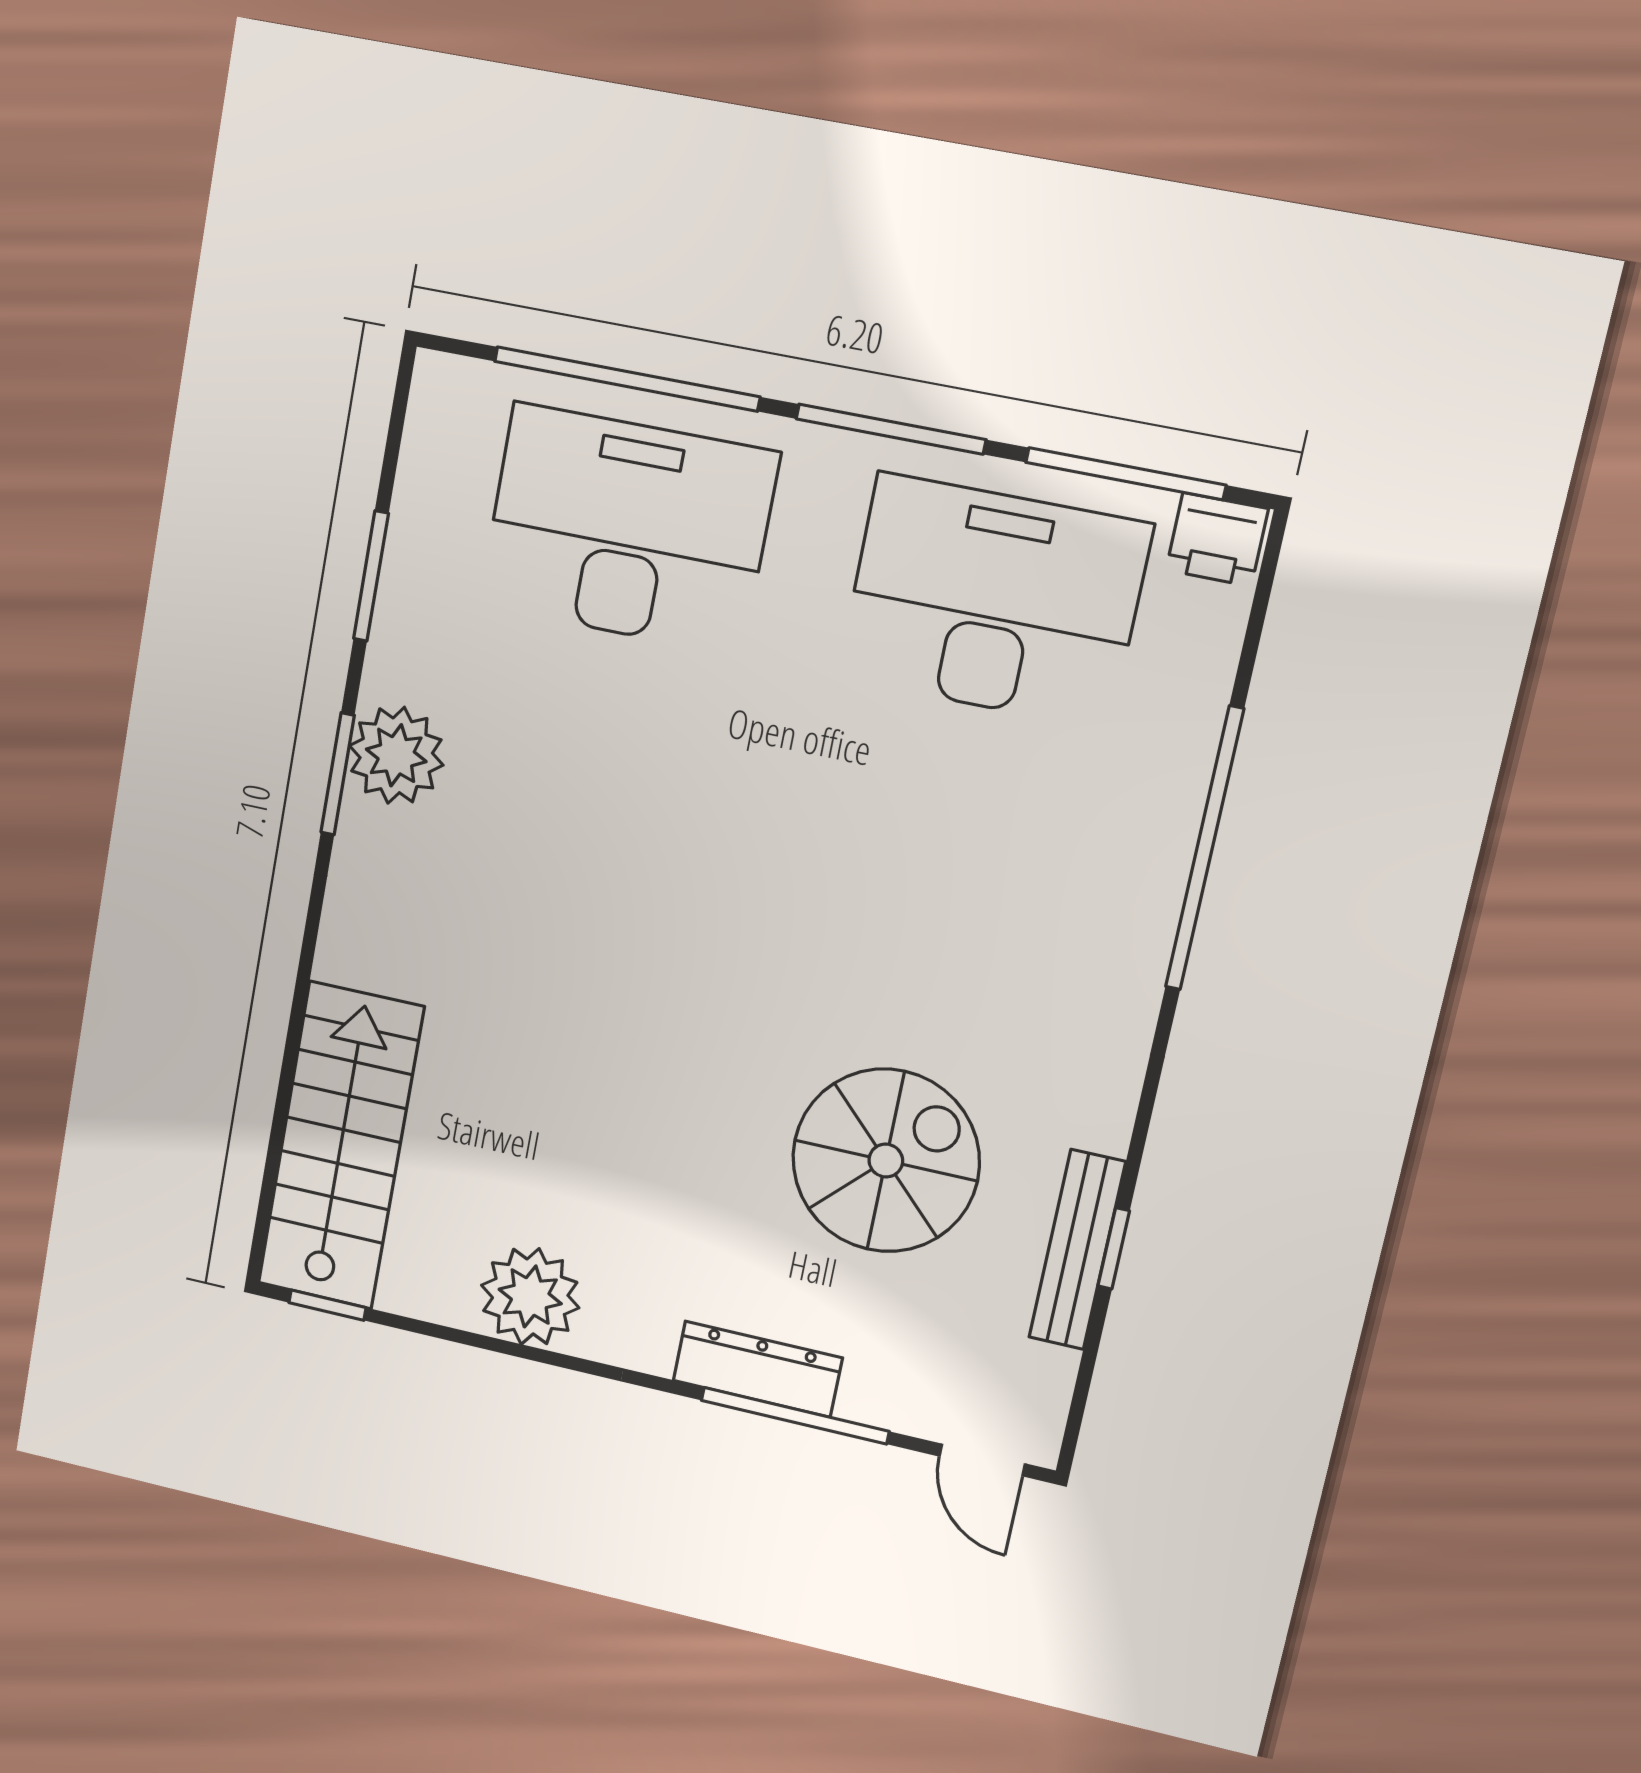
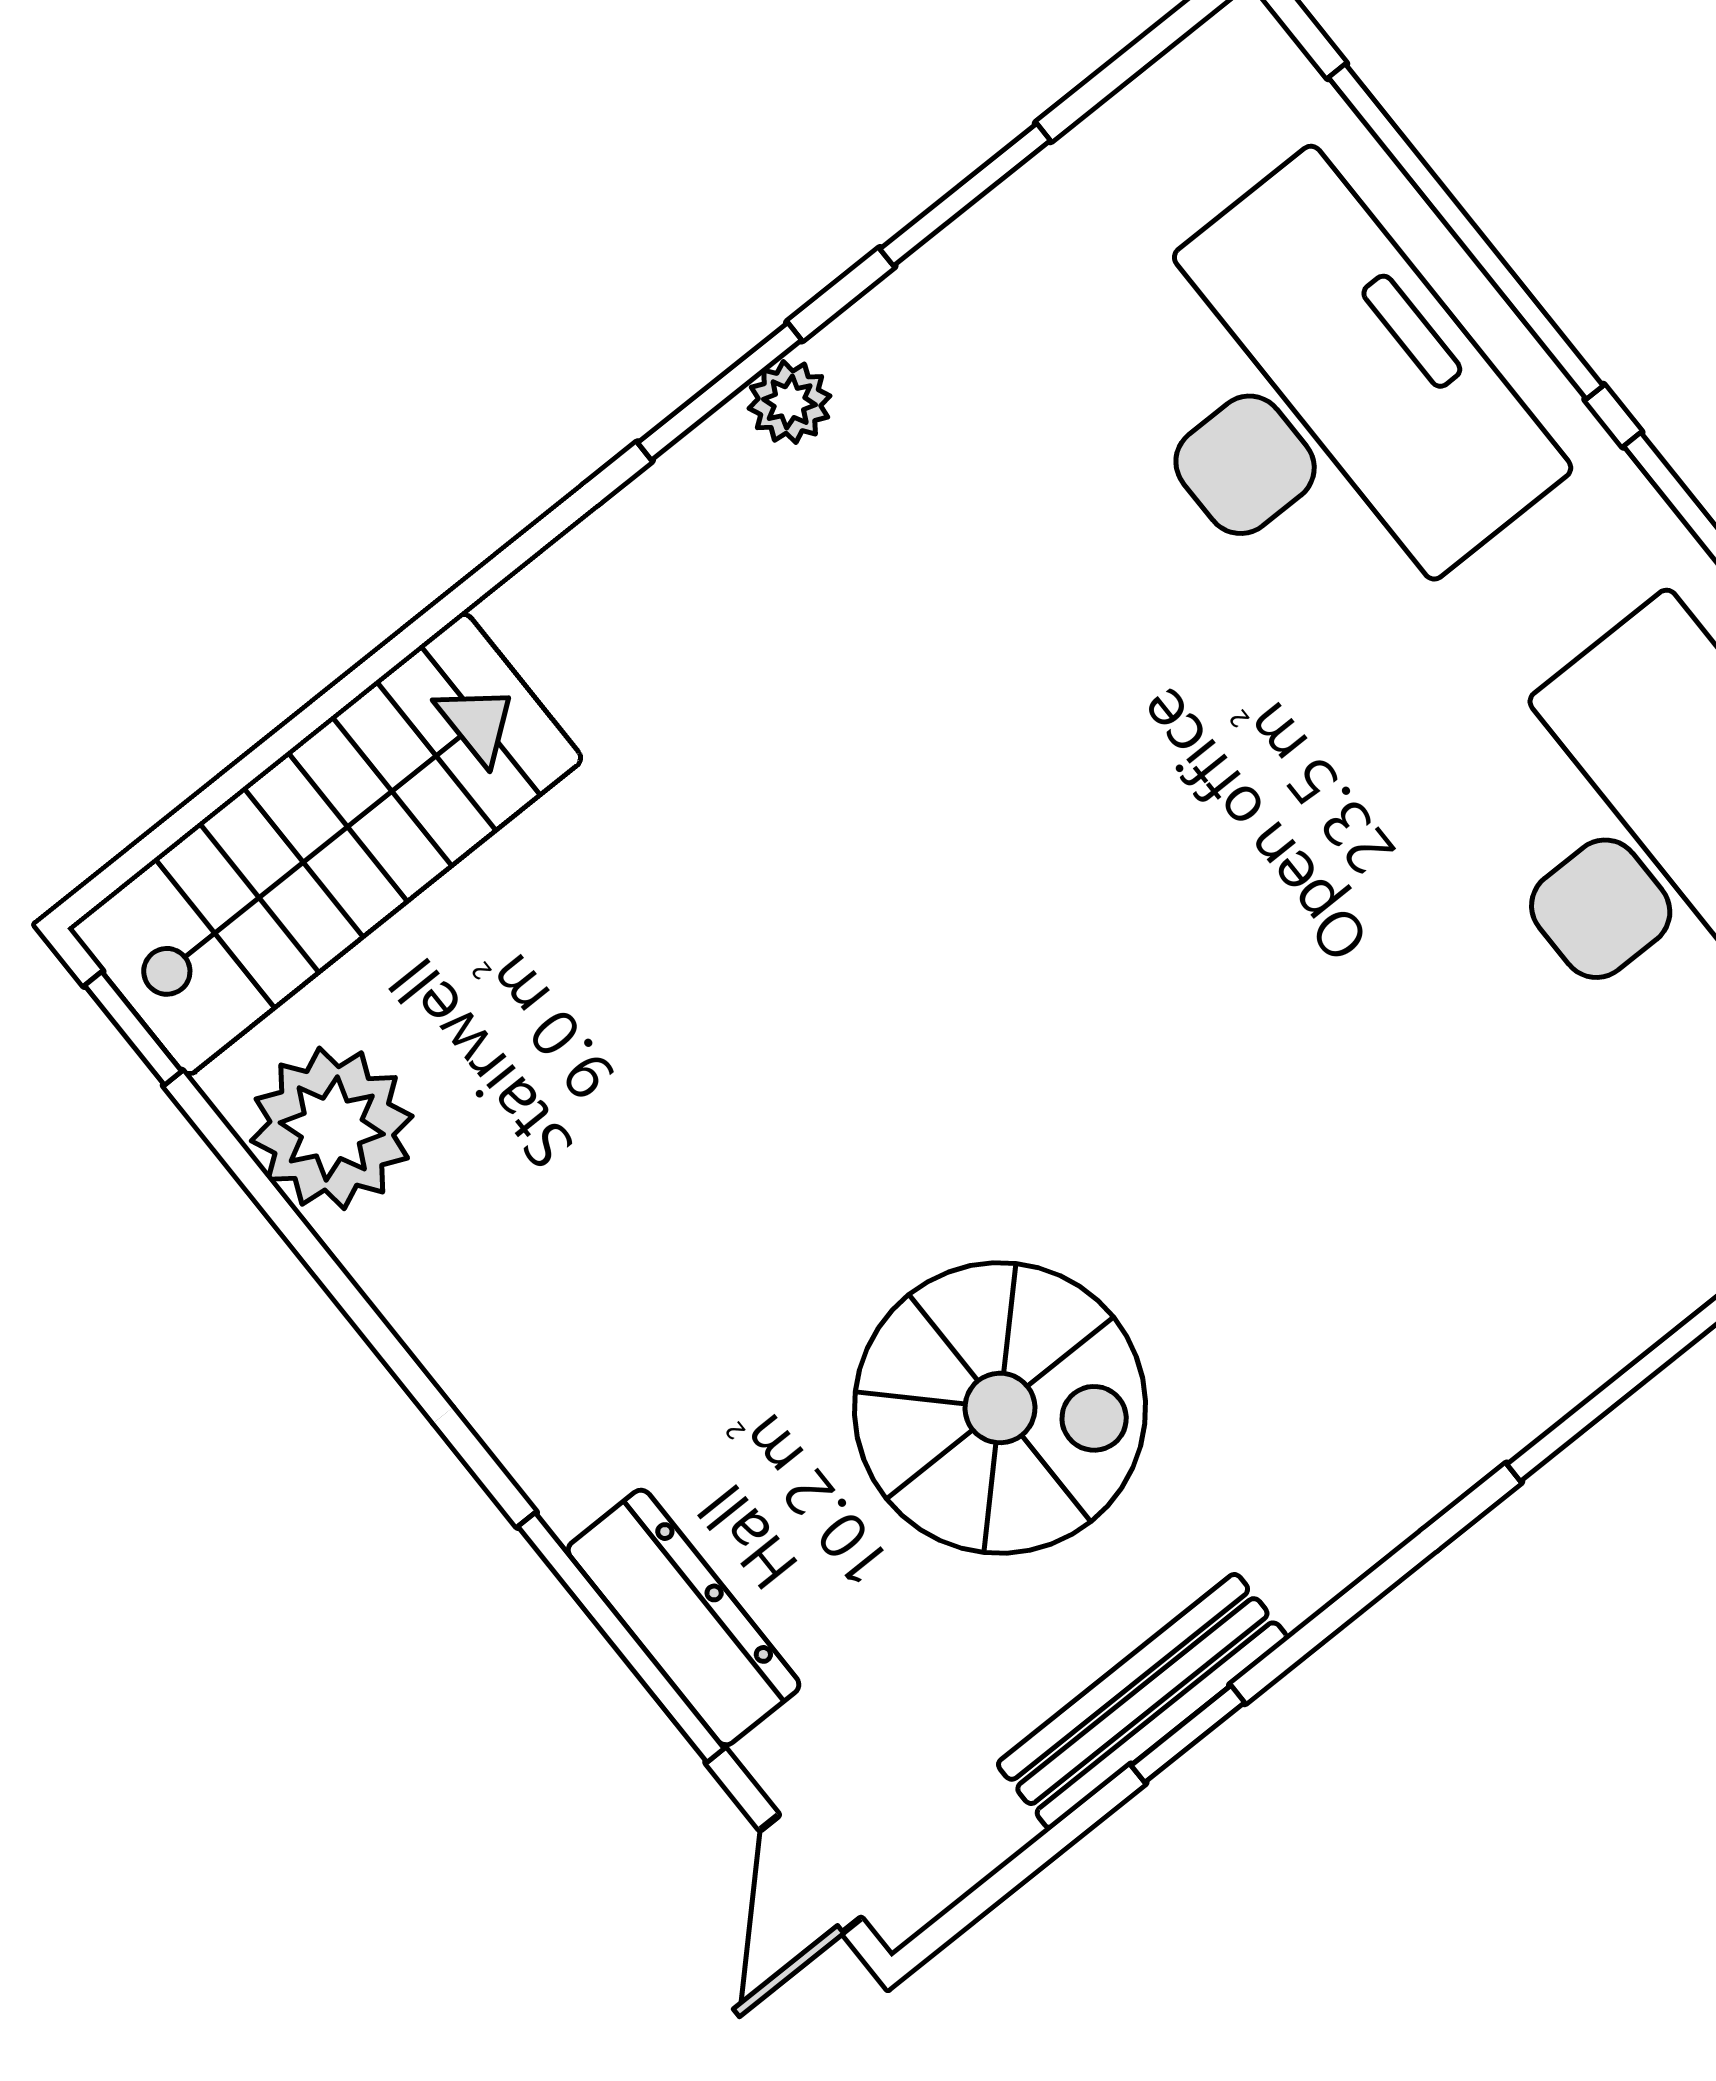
plant: (396, 755) -> (790, 402), width x0.53, depth x0.53
plant: (530, 1297) -> (332, 1128), moved
dresser: (758, 1369) -> (684, 1617), moved

